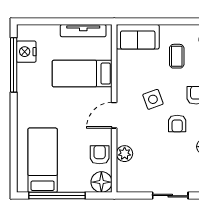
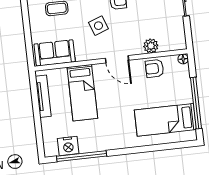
sofa: (138, 37) -> (55, 53), moved, turned -90
floor lamp: (101, 182) -> (183, 59), width x0.53, depth x0.53

